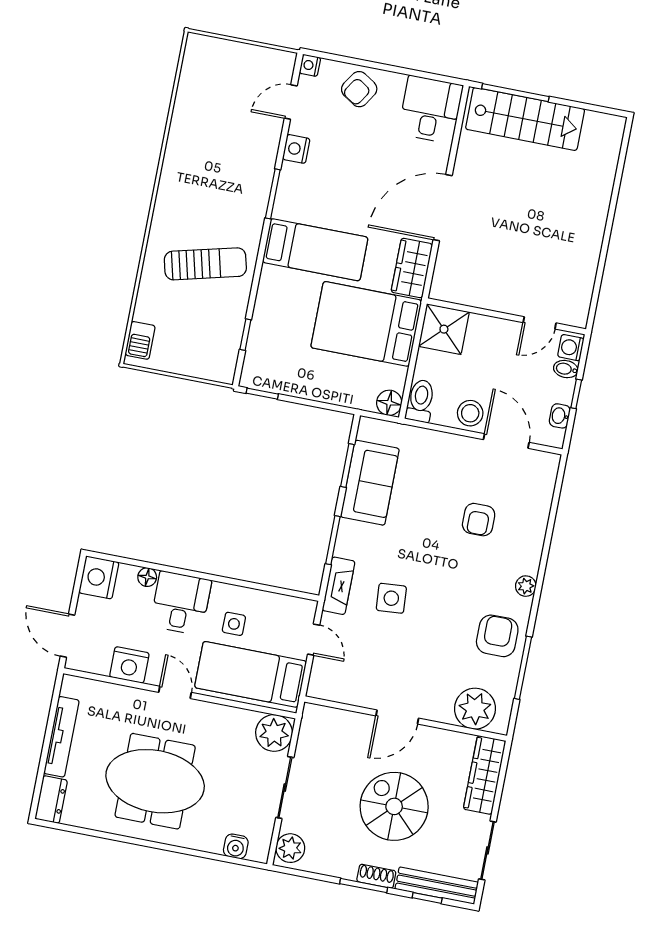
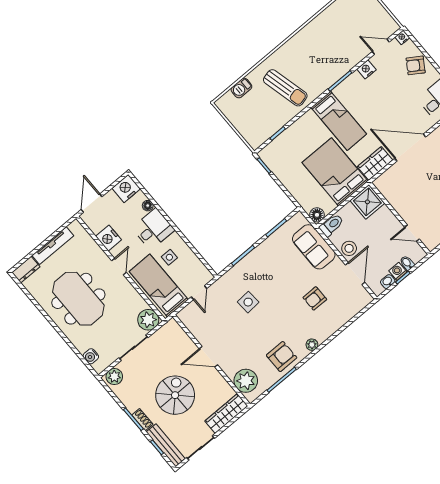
barbecue: (140, 340) -> (241, 88), moved
washing machine: (571, 348) -> (398, 271), moved
sofa: (370, 483) -> (314, 247), moved, turned 90
fireplace: (339, 586) -> (229, 278), removed

